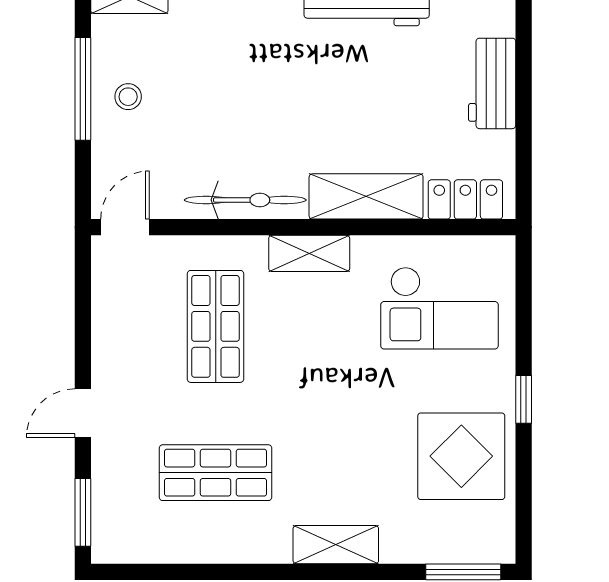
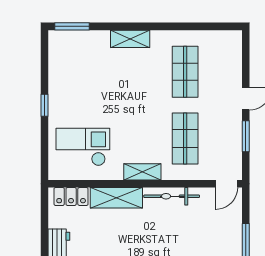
stool: (128, 97) -> (225, 243), removed
display table: (461, 456) -> (73, 79), removed
shop shelf: (216, 473) -> (185, 72), turned 90
window: (83, 512) -> (246, 136), moved

